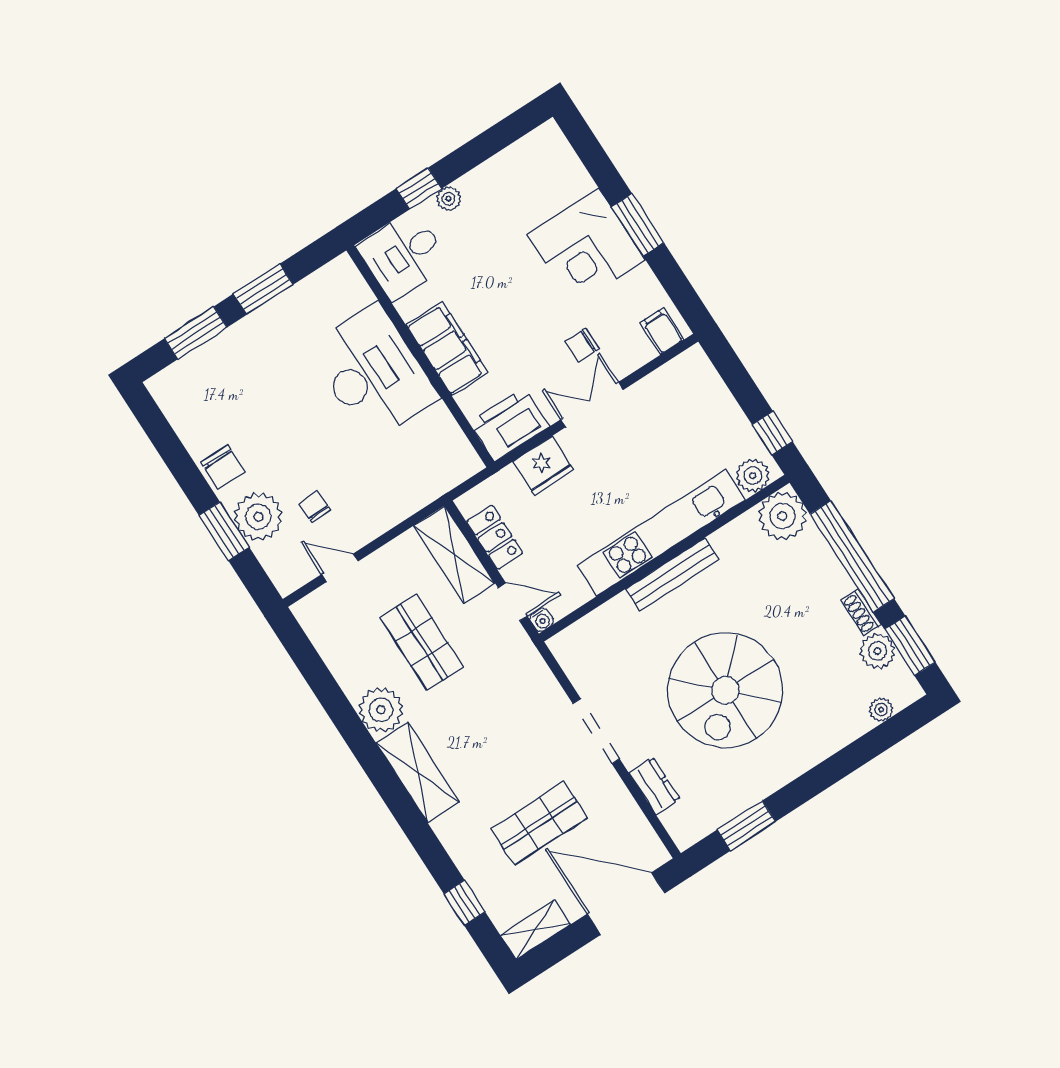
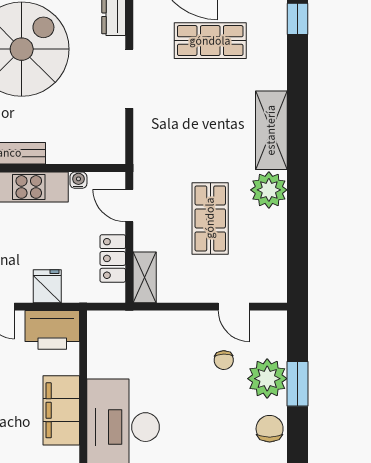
fridge: (543, 466) -> (47, 286), width x0.72
shelving: (454, 555) -> (145, 277), width x0.67, depth x0.75
water cooler: (542, 620) -> (78, 180), moved

